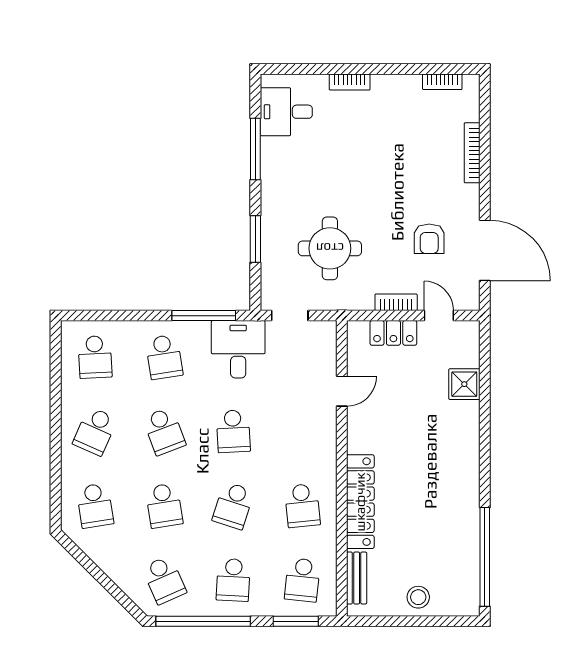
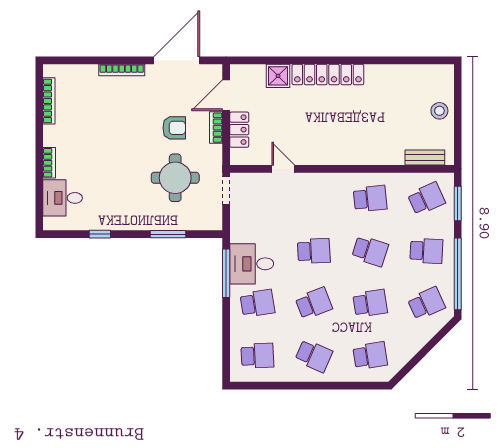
bookcase: (442, 82) -> (49, 101), width x1.56
desk: (286, 112) -> (63, 198), moved, turned 90
window: (255, 149) -> (100, 234), width x0.46
bookcase: (472, 153) -> (122, 70), moved
armchair: (429, 239) -> (174, 128), moved
doorway: (290, 316) -> (226, 191), moved
door: (439, 316) -> (226, 95), width x1.38
desk: (238, 349) -> (252, 264), moved
locker: (360, 502) -> (328, 75), moved, turned 180
window: (485, 557) -> (409, 60), removed
school desk: (302, 580) -> (426, 199), turned -30

